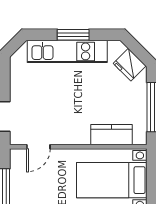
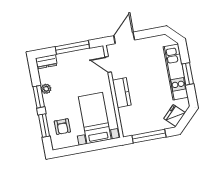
kitchen counter: (112, 135) -> (122, 93), moved

